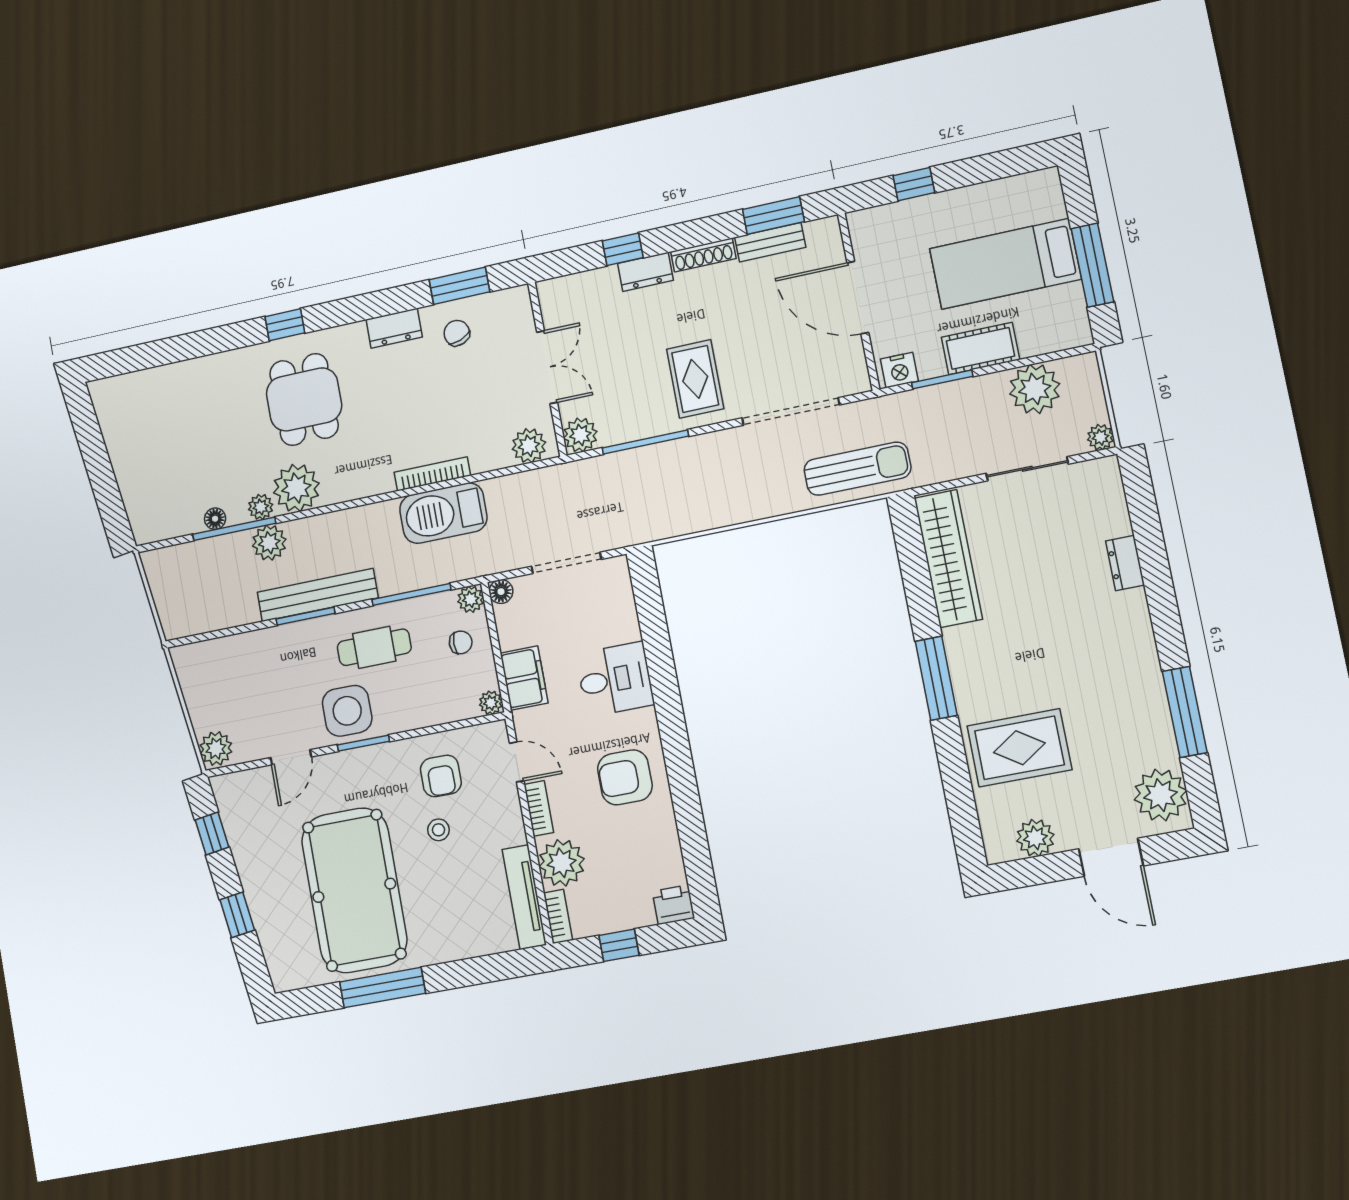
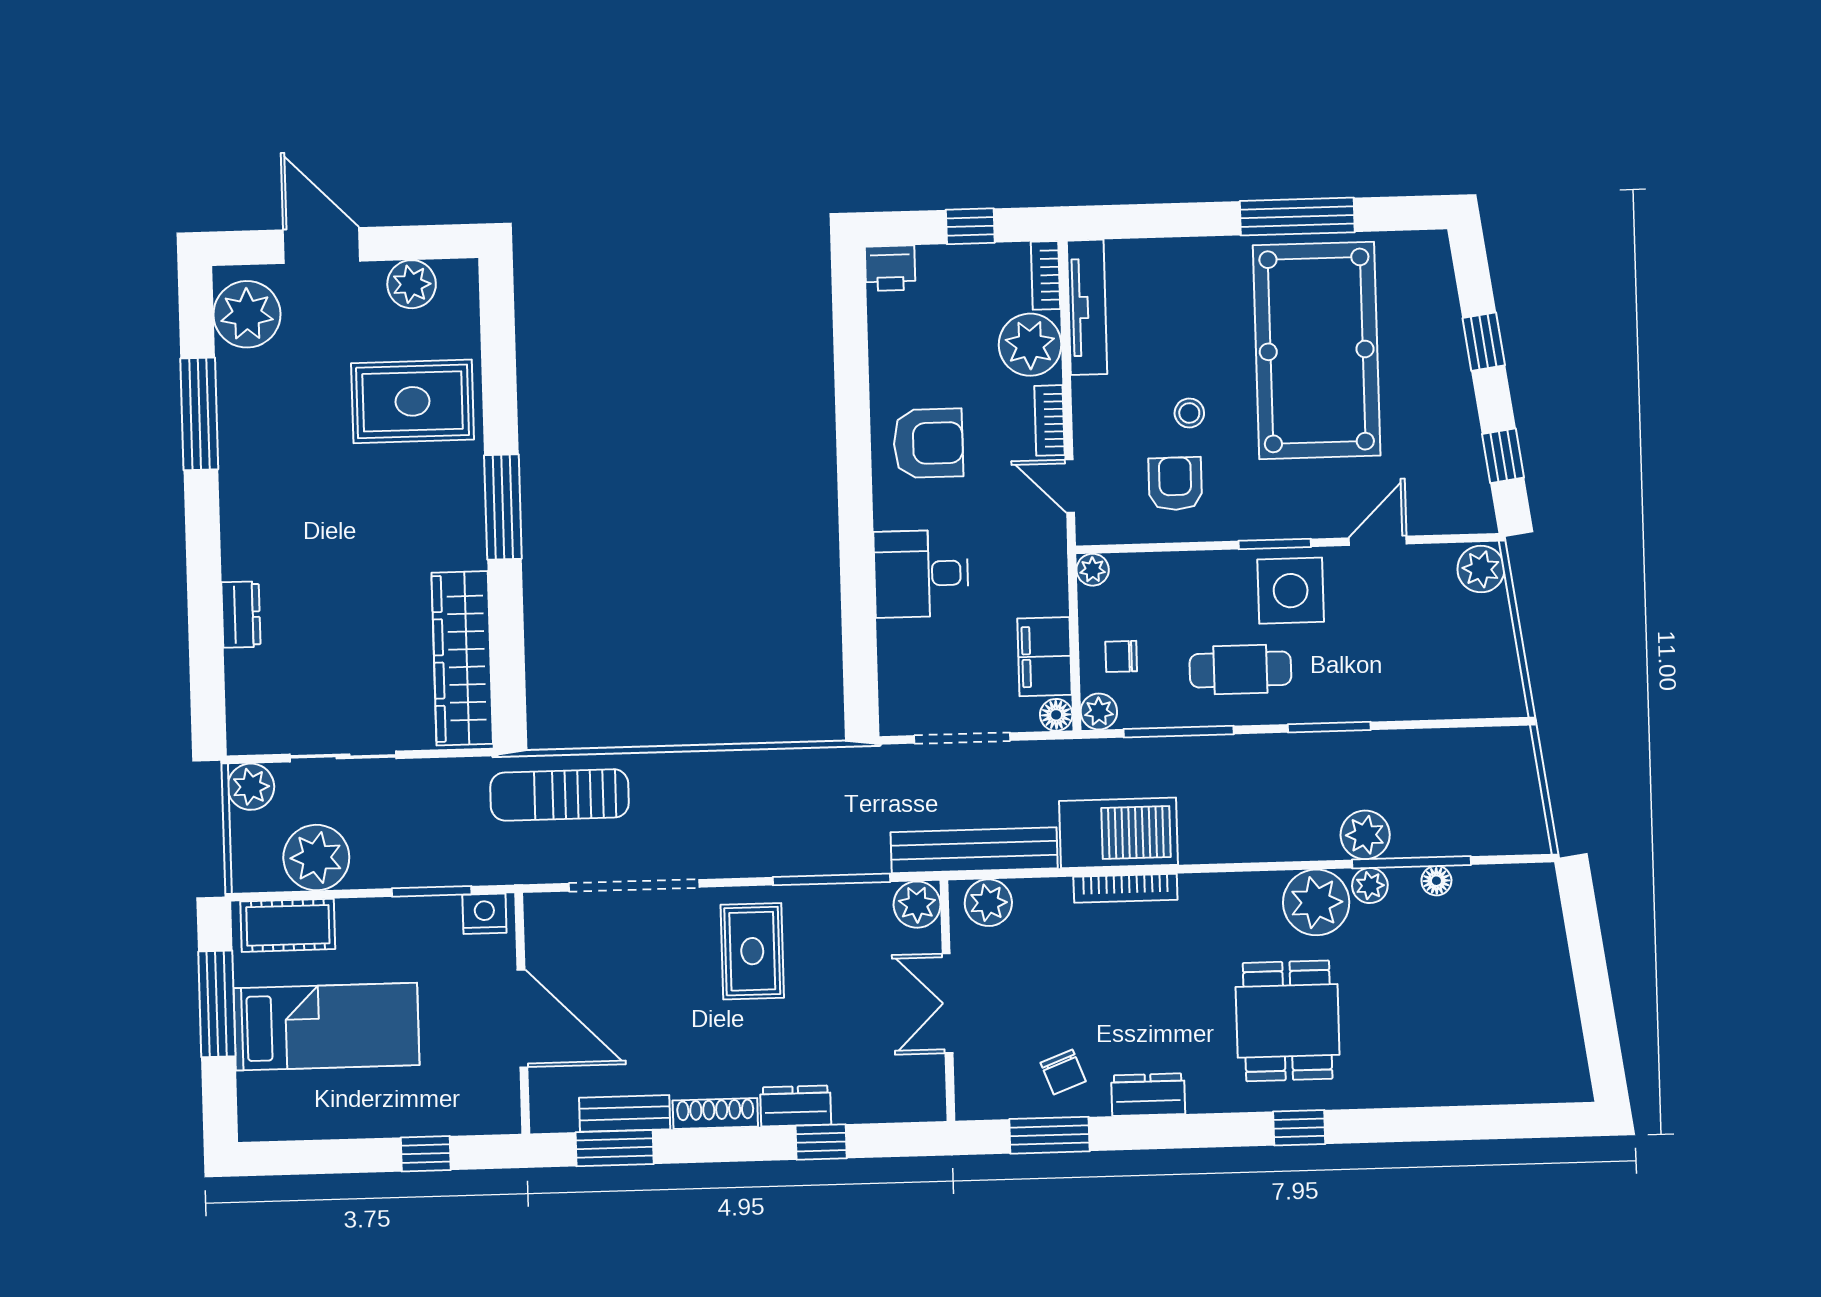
cot: (980, 348) -> (288, 925), moved
plant: (1100, 437) -> (251, 787), width x1.38, depth x1.38
bench: (318, 595) -> (974, 850), moved
filing cabinet: (524, 678) -> (1044, 657), moved

